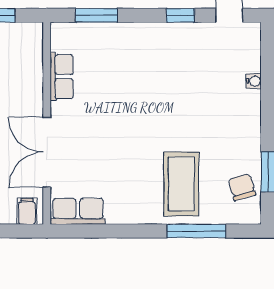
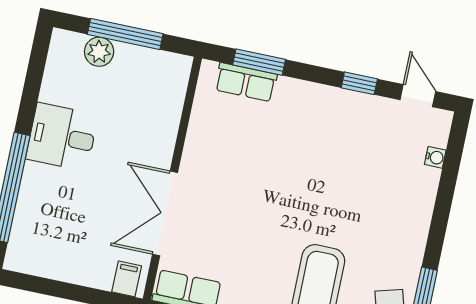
row of seats: (62, 77) -> (246, 82), moved, turned 90
water cooler: (254, 81) -> (435, 157), moved

